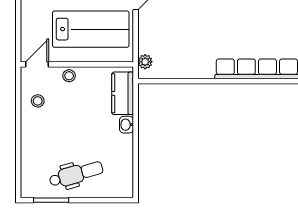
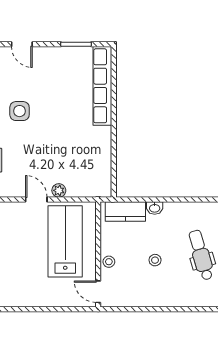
plant: (145, 62) -> (59, 190), moved
stool: (38, 101) -> (155, 260), moved

